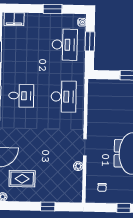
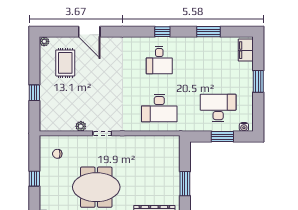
window: (53, 9) -> (258, 81), moved
desk: (65, 45) -> (218, 108), turned 180

